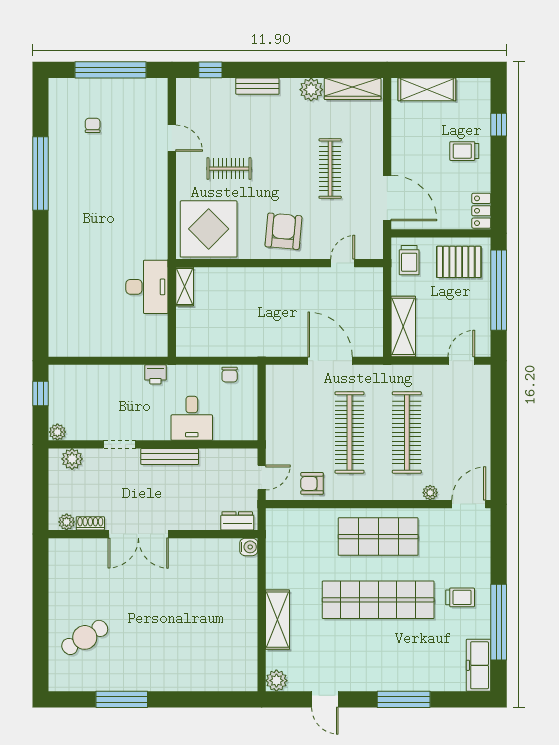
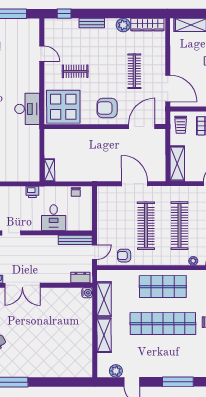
armchair: (283, 231) -> (107, 108), turned -95
door: (343, 263) -> (142, 127), width x1.87
desk: (147, 287) -> (27, 109), moved
shelving: (185, 287) -> (49, 170), moved
bench: (170, 456) -> (75, 240), moved
shelving: (278, 558) -> (104, 299), added
plant: (276, 681) -> (116, 371), moved

